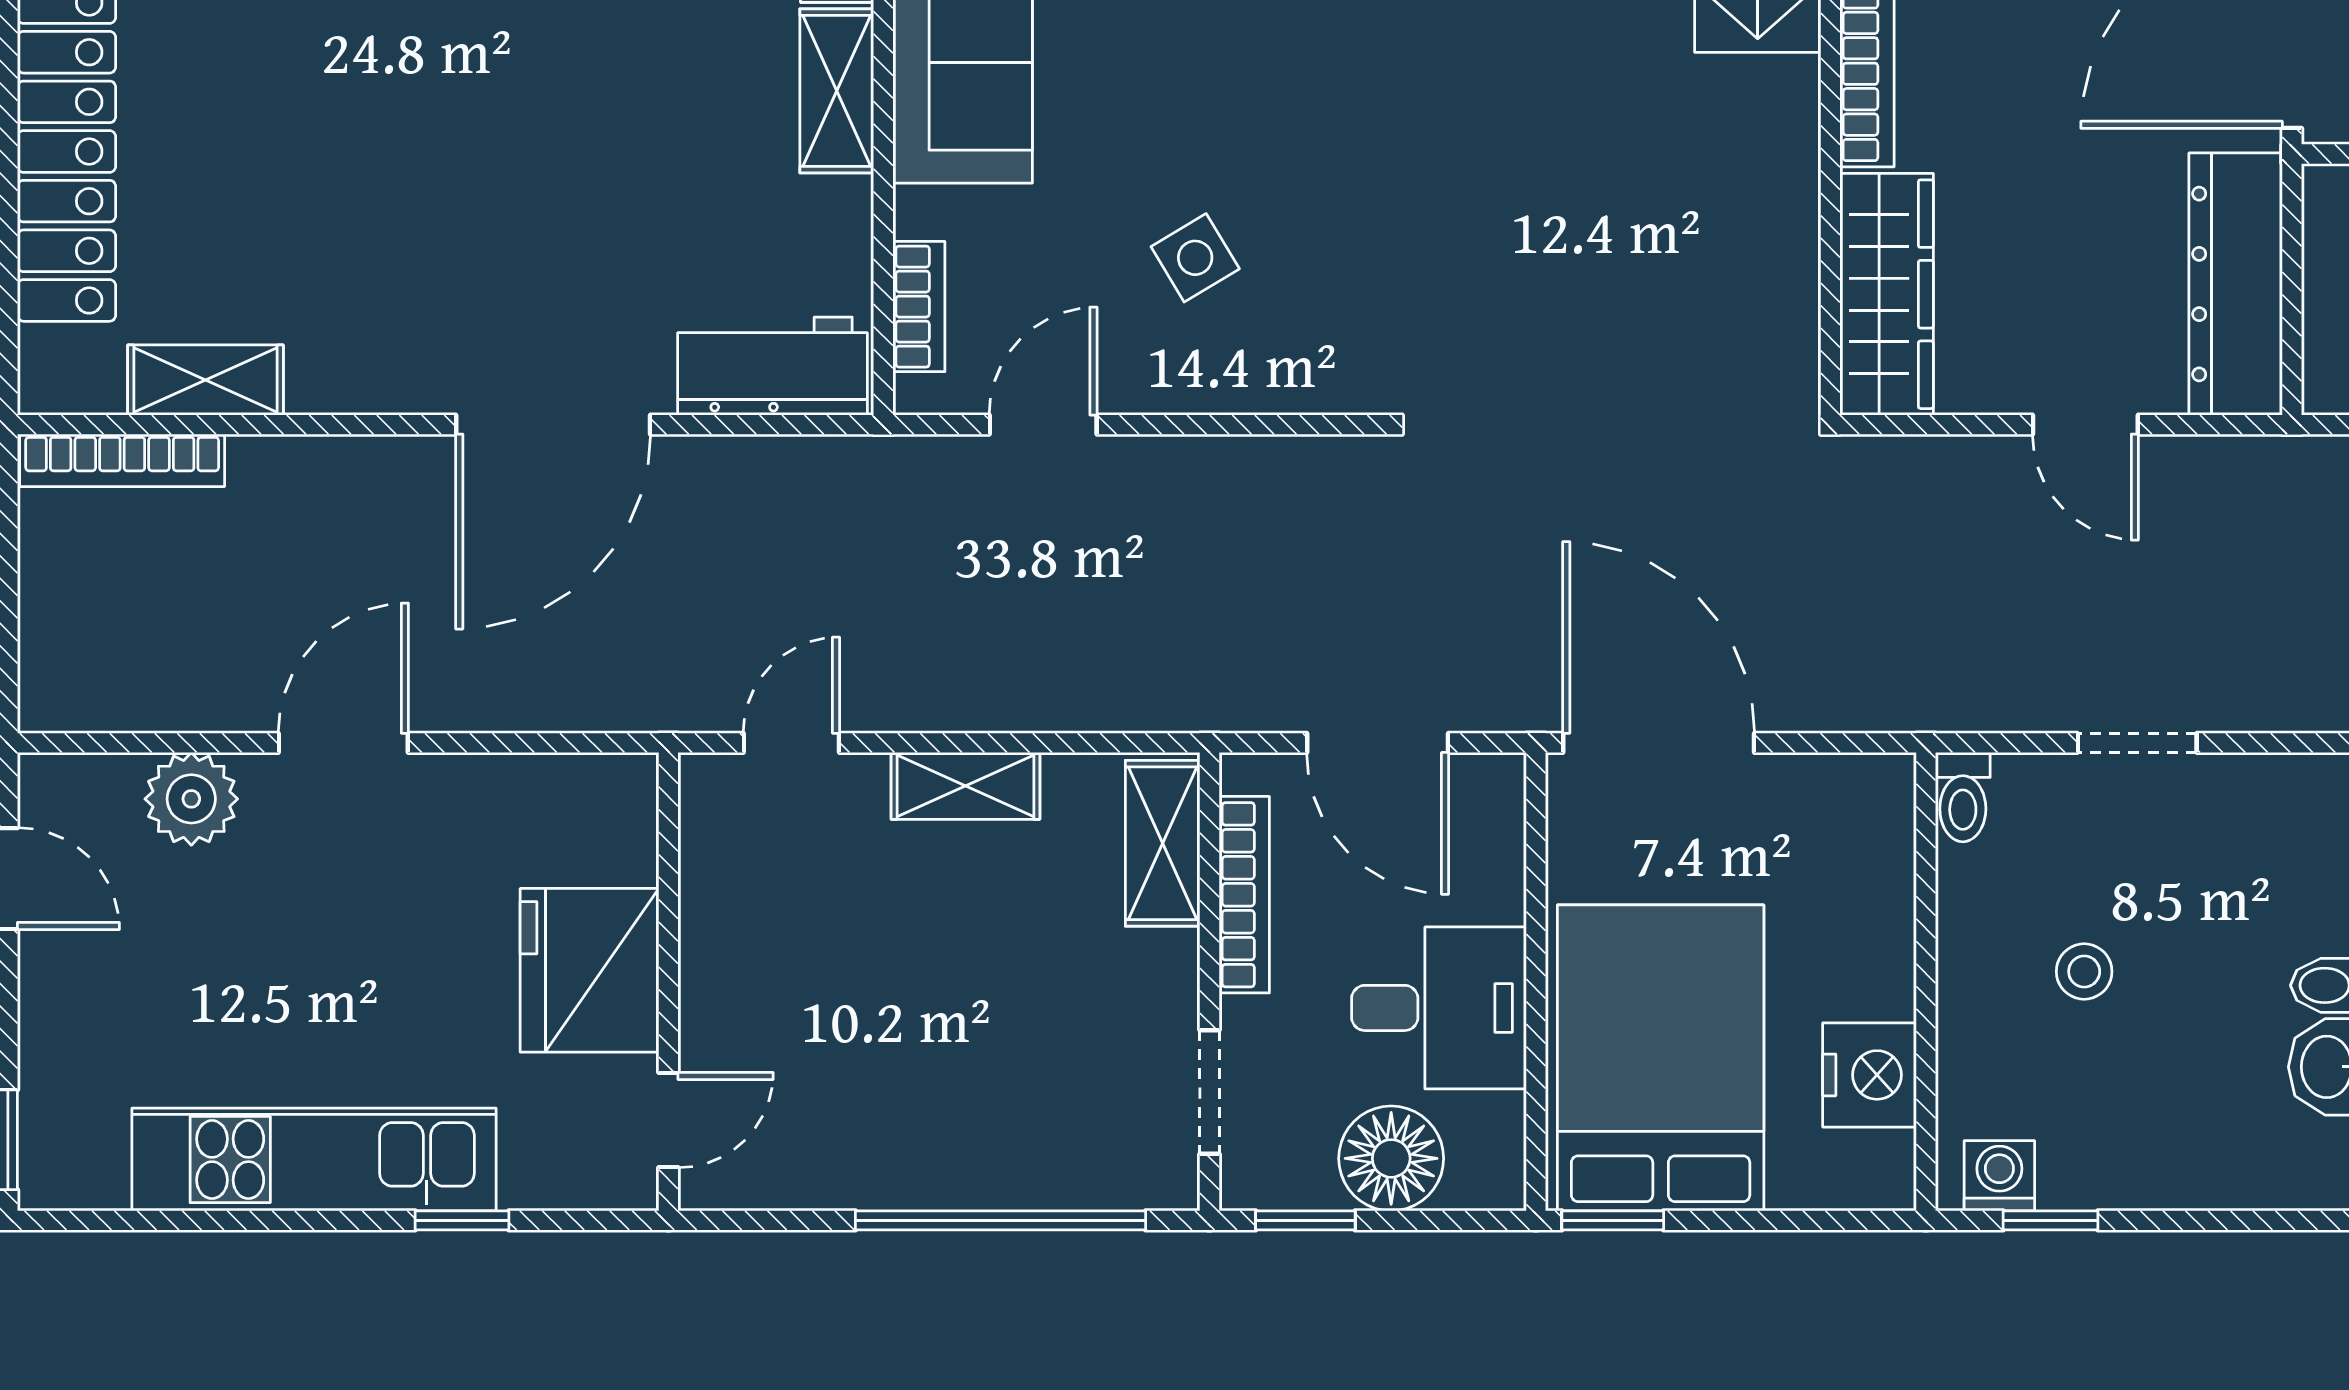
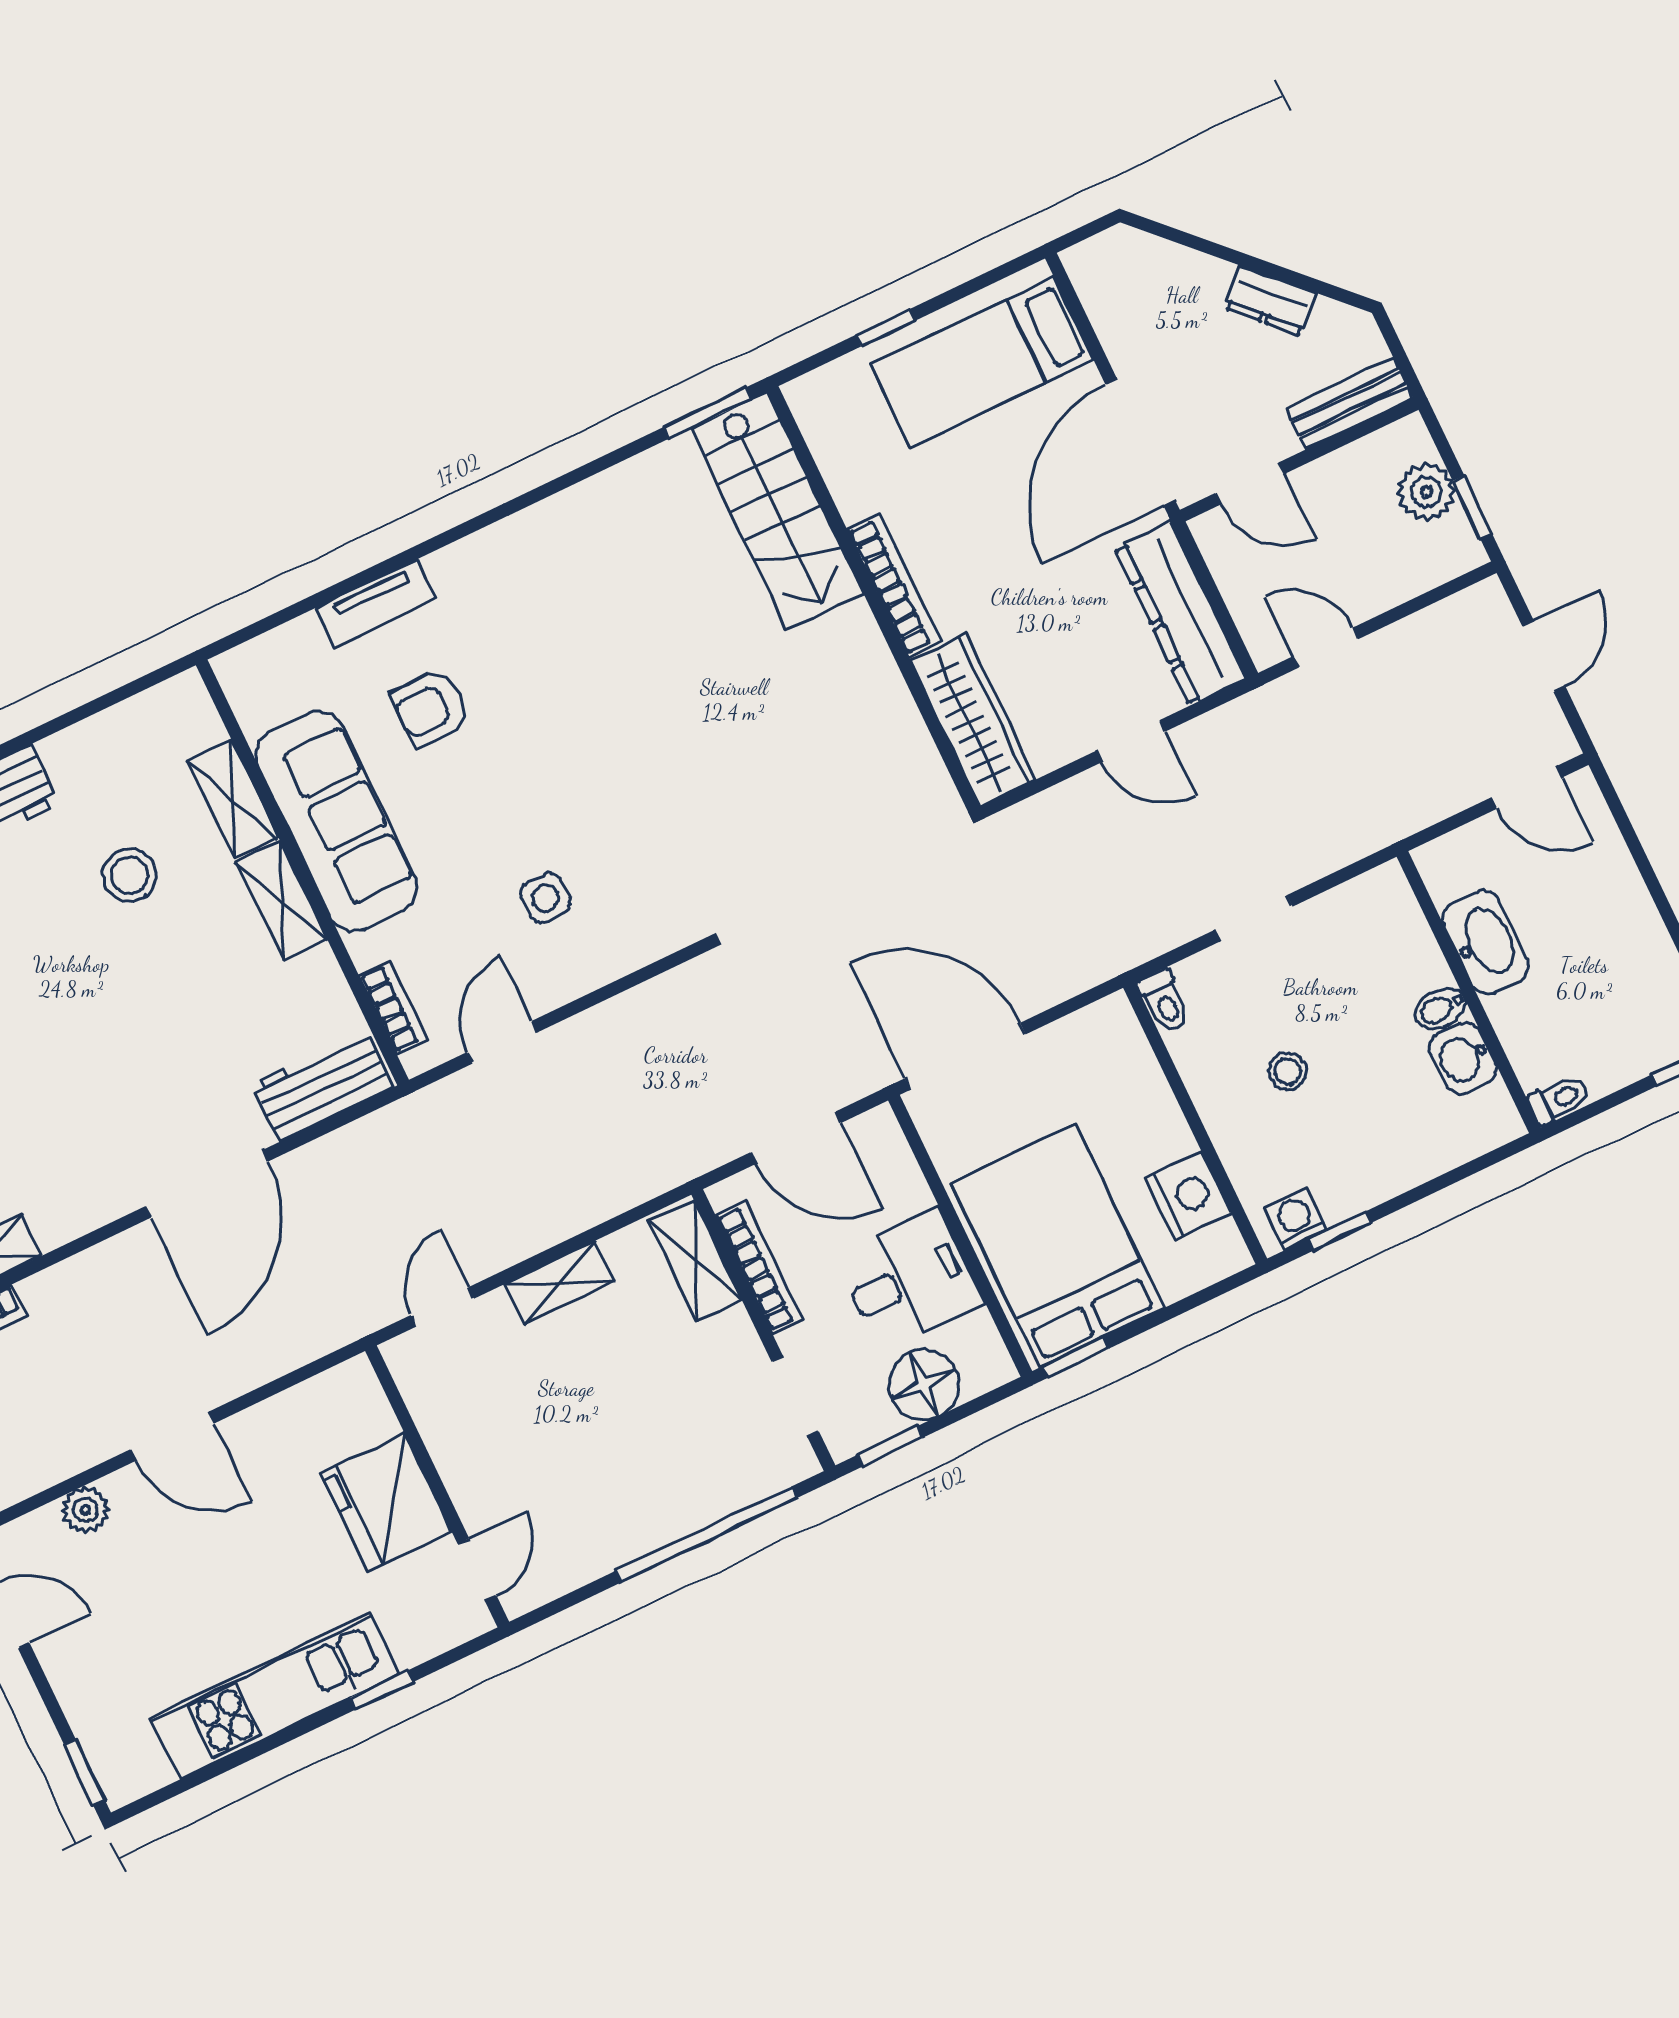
side table: (1195, 258) -> (546, 898), turned 31
door: (343, 743) -> (172, 1436), swing flipped
plant: (191, 799) -> (85, 1510), width x0.73, depth x0.73

